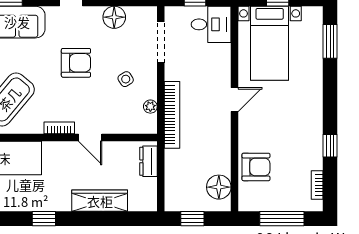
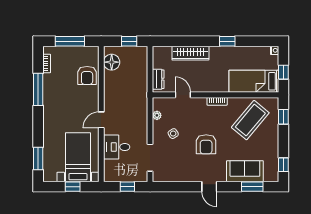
floor lamp: (114, 17) -> (181, 174), removed
desk: (211, 24) -> (117, 147), moved
armchair: (76, 63) -> (206, 144), turned -90
bookcase: (172, 115) -> (143, 110), removed
door: (90, 138) -> (183, 95), moved
window: (330, 146) -> (38, 89), width x2.17
armchair: (256, 167) -> (87, 75), turned -90

